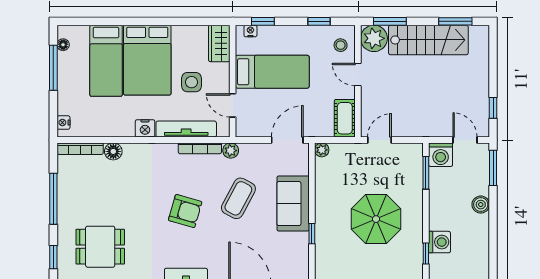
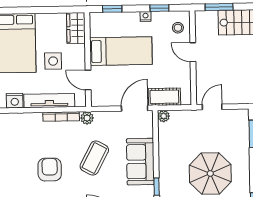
nightstand: (250, 31) -> (146, 16), moved
plant: (374, 38) -> (206, 22), removed
cot: (345, 118) -> (164, 97), moved, turned 90
armchair: (185, 211) -> (50, 170), turned -106

